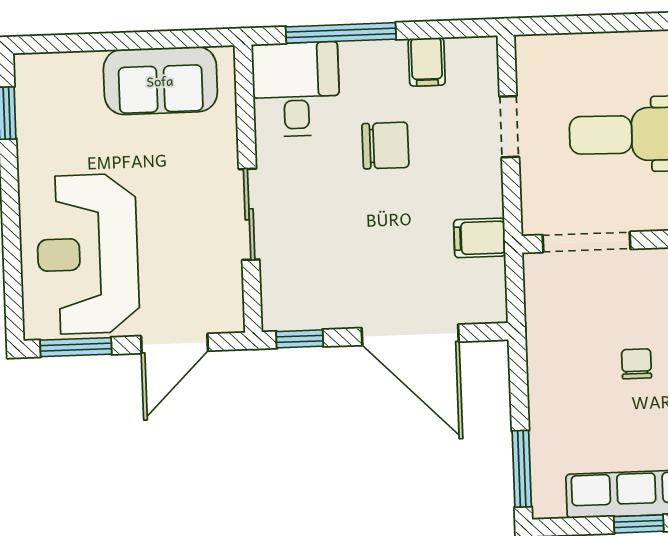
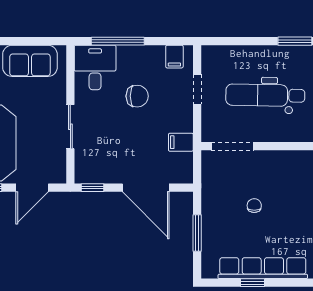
filing cabinet: (427, 62) -> (174, 57), moved
window: (522, 469) -> (197, 233), moved

